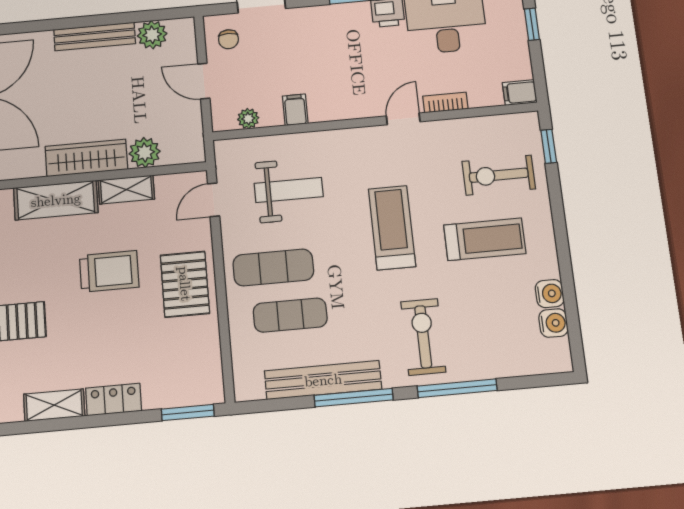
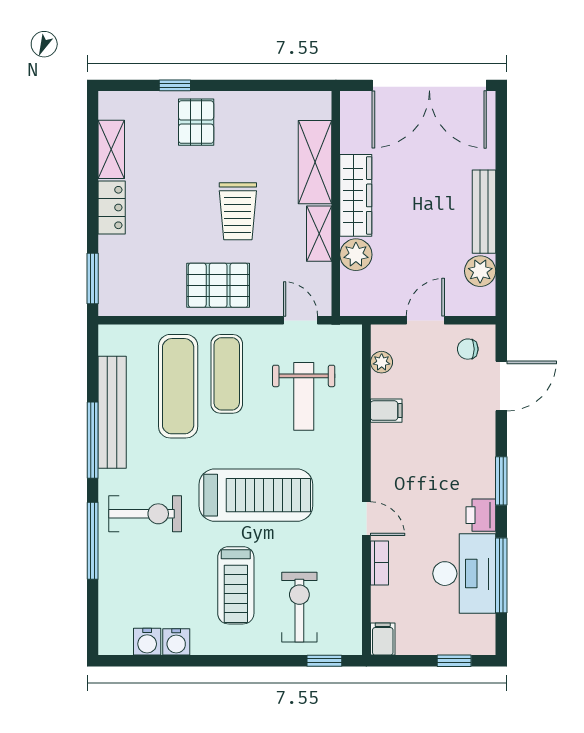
treadmill: (392, 228) -> (256, 495), width x1.37, depth x1.38
exercise mat: (290, 315) -> (178, 386), width x1.36, depth x1.45

